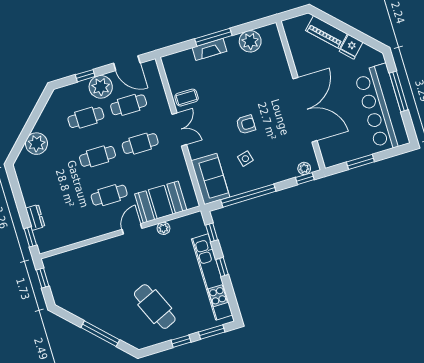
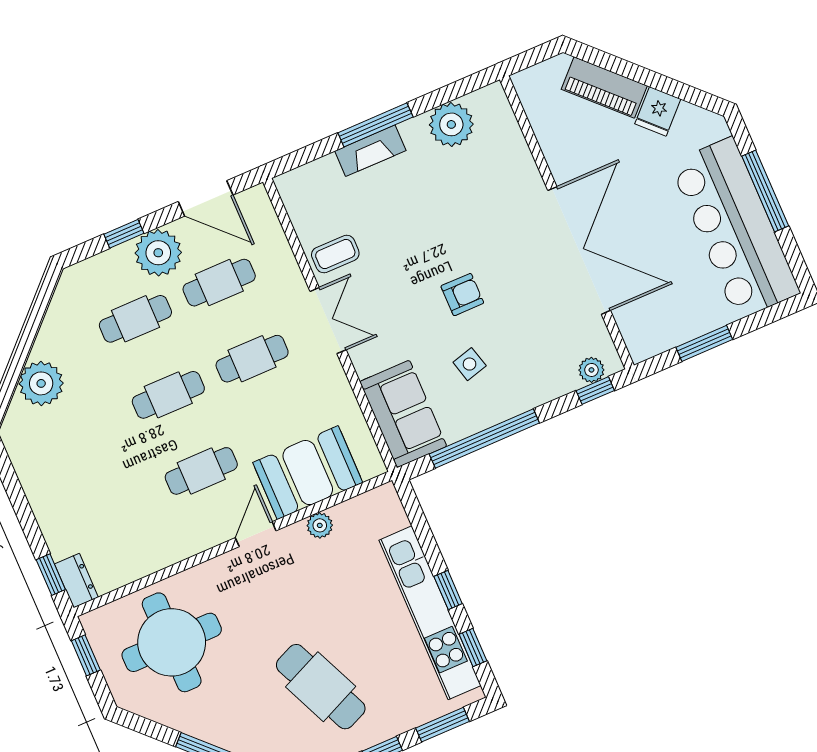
dresser: (35, 217) -> (76, 581), moved
window: (212, 232) -> (473, 648), moved
round table: (85, 277) -> (172, 642), added

